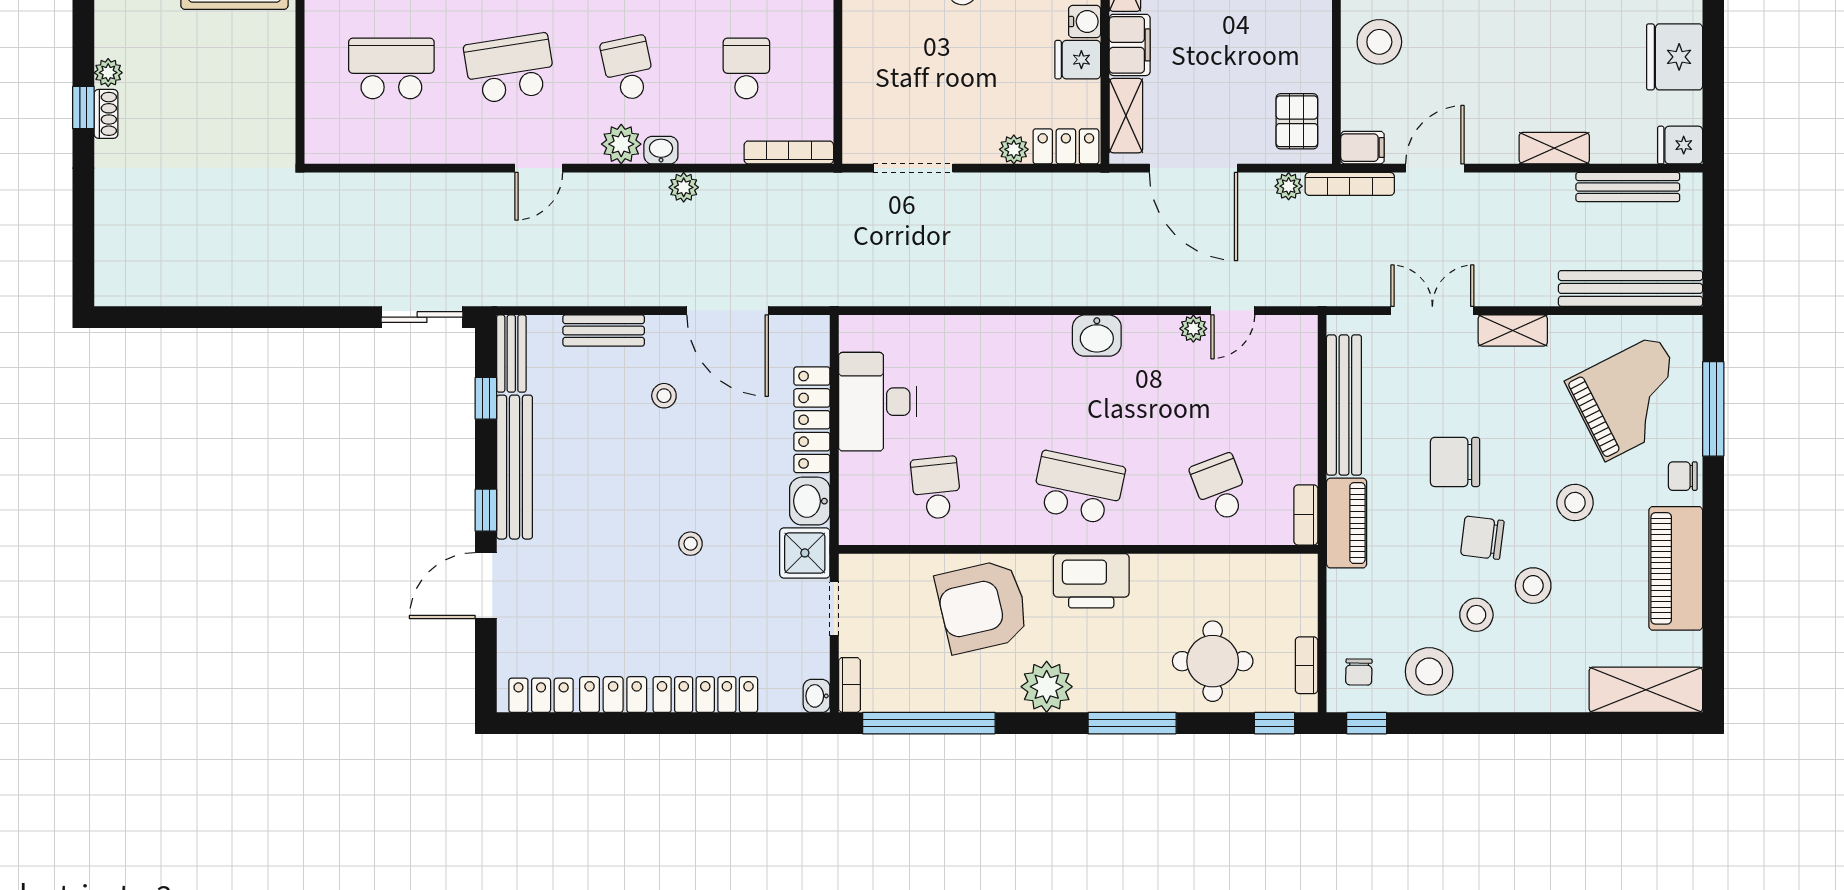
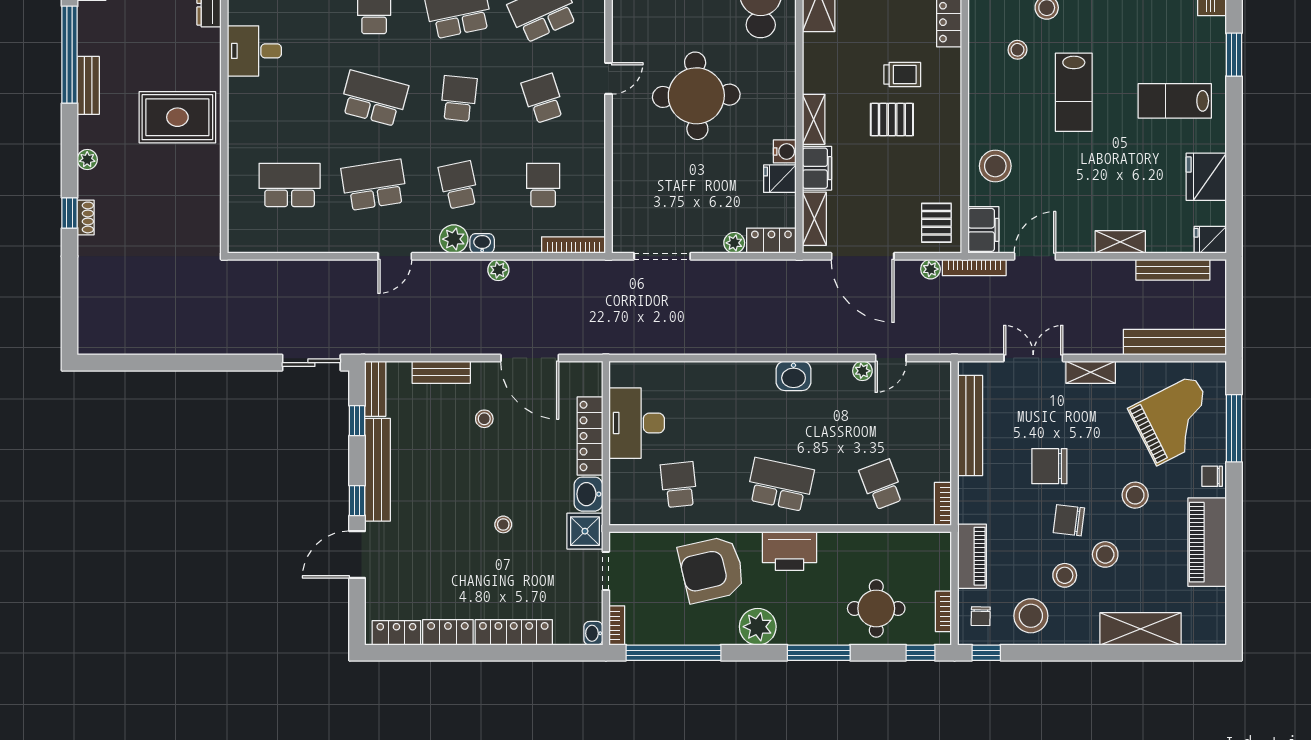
plant: (108, 73) -> (87, 159), moved
filing cabinet: (1362, 148) -> (983, 230), width x2.00
piano: (1347, 523) -> (972, 556), moved
shelving: (1646, 690) -> (1141, 629), moved

